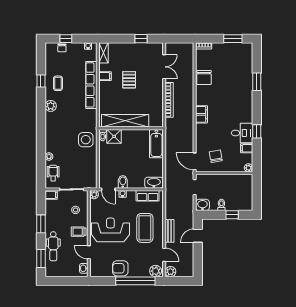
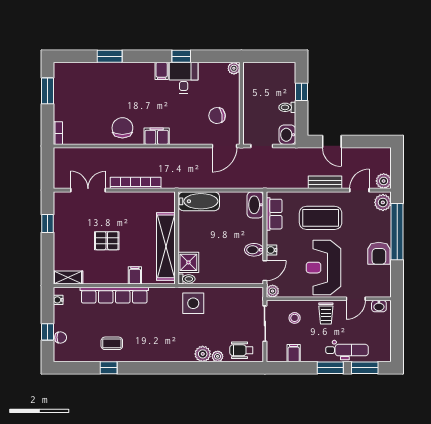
filing cabinet: (105, 76) -> (135, 275), moved
chair: (204, 77) -> (122, 128), moved, turned -90
plant: (51, 106) -> (203, 354), moved
filing cabinet: (247, 148) -> (162, 71), moved
filing cabinet: (51, 195) -> (294, 353), moved
window: (41, 224) -> (330, 368), moved

